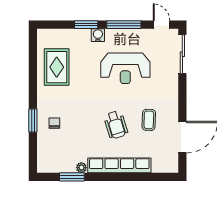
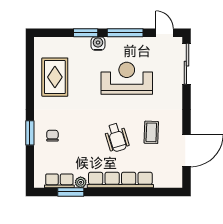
reception desk: (125, 68) -> (127, 78), turned 180
row of seats: (61, 166) -> (59, 181), added

